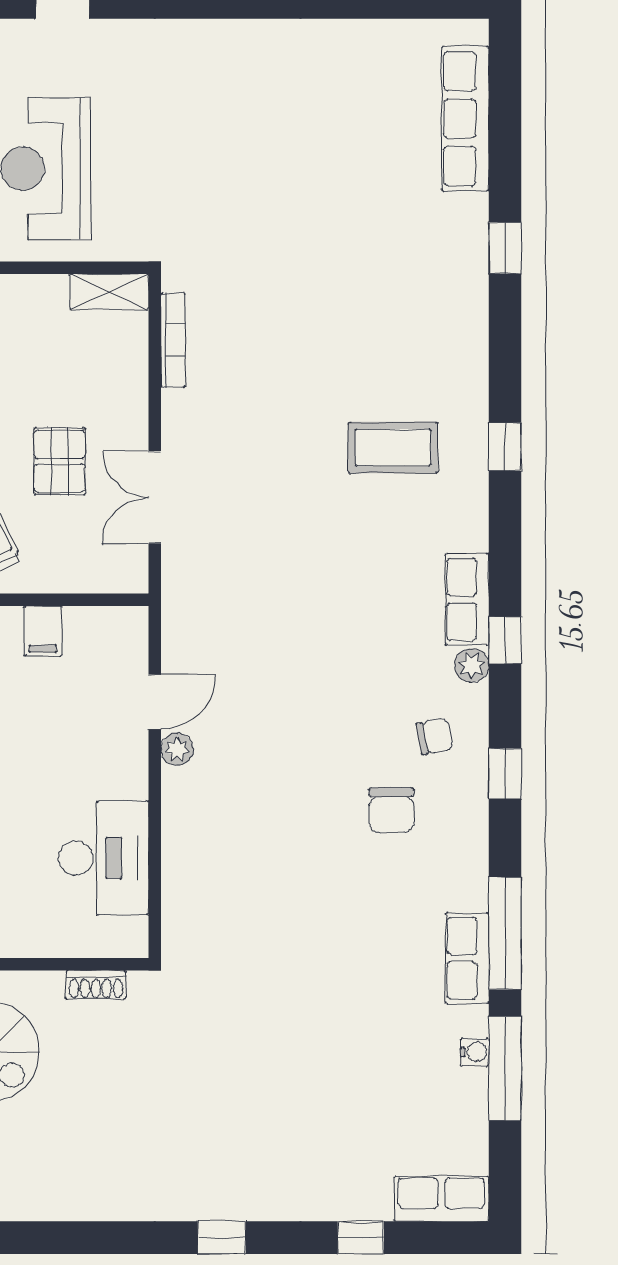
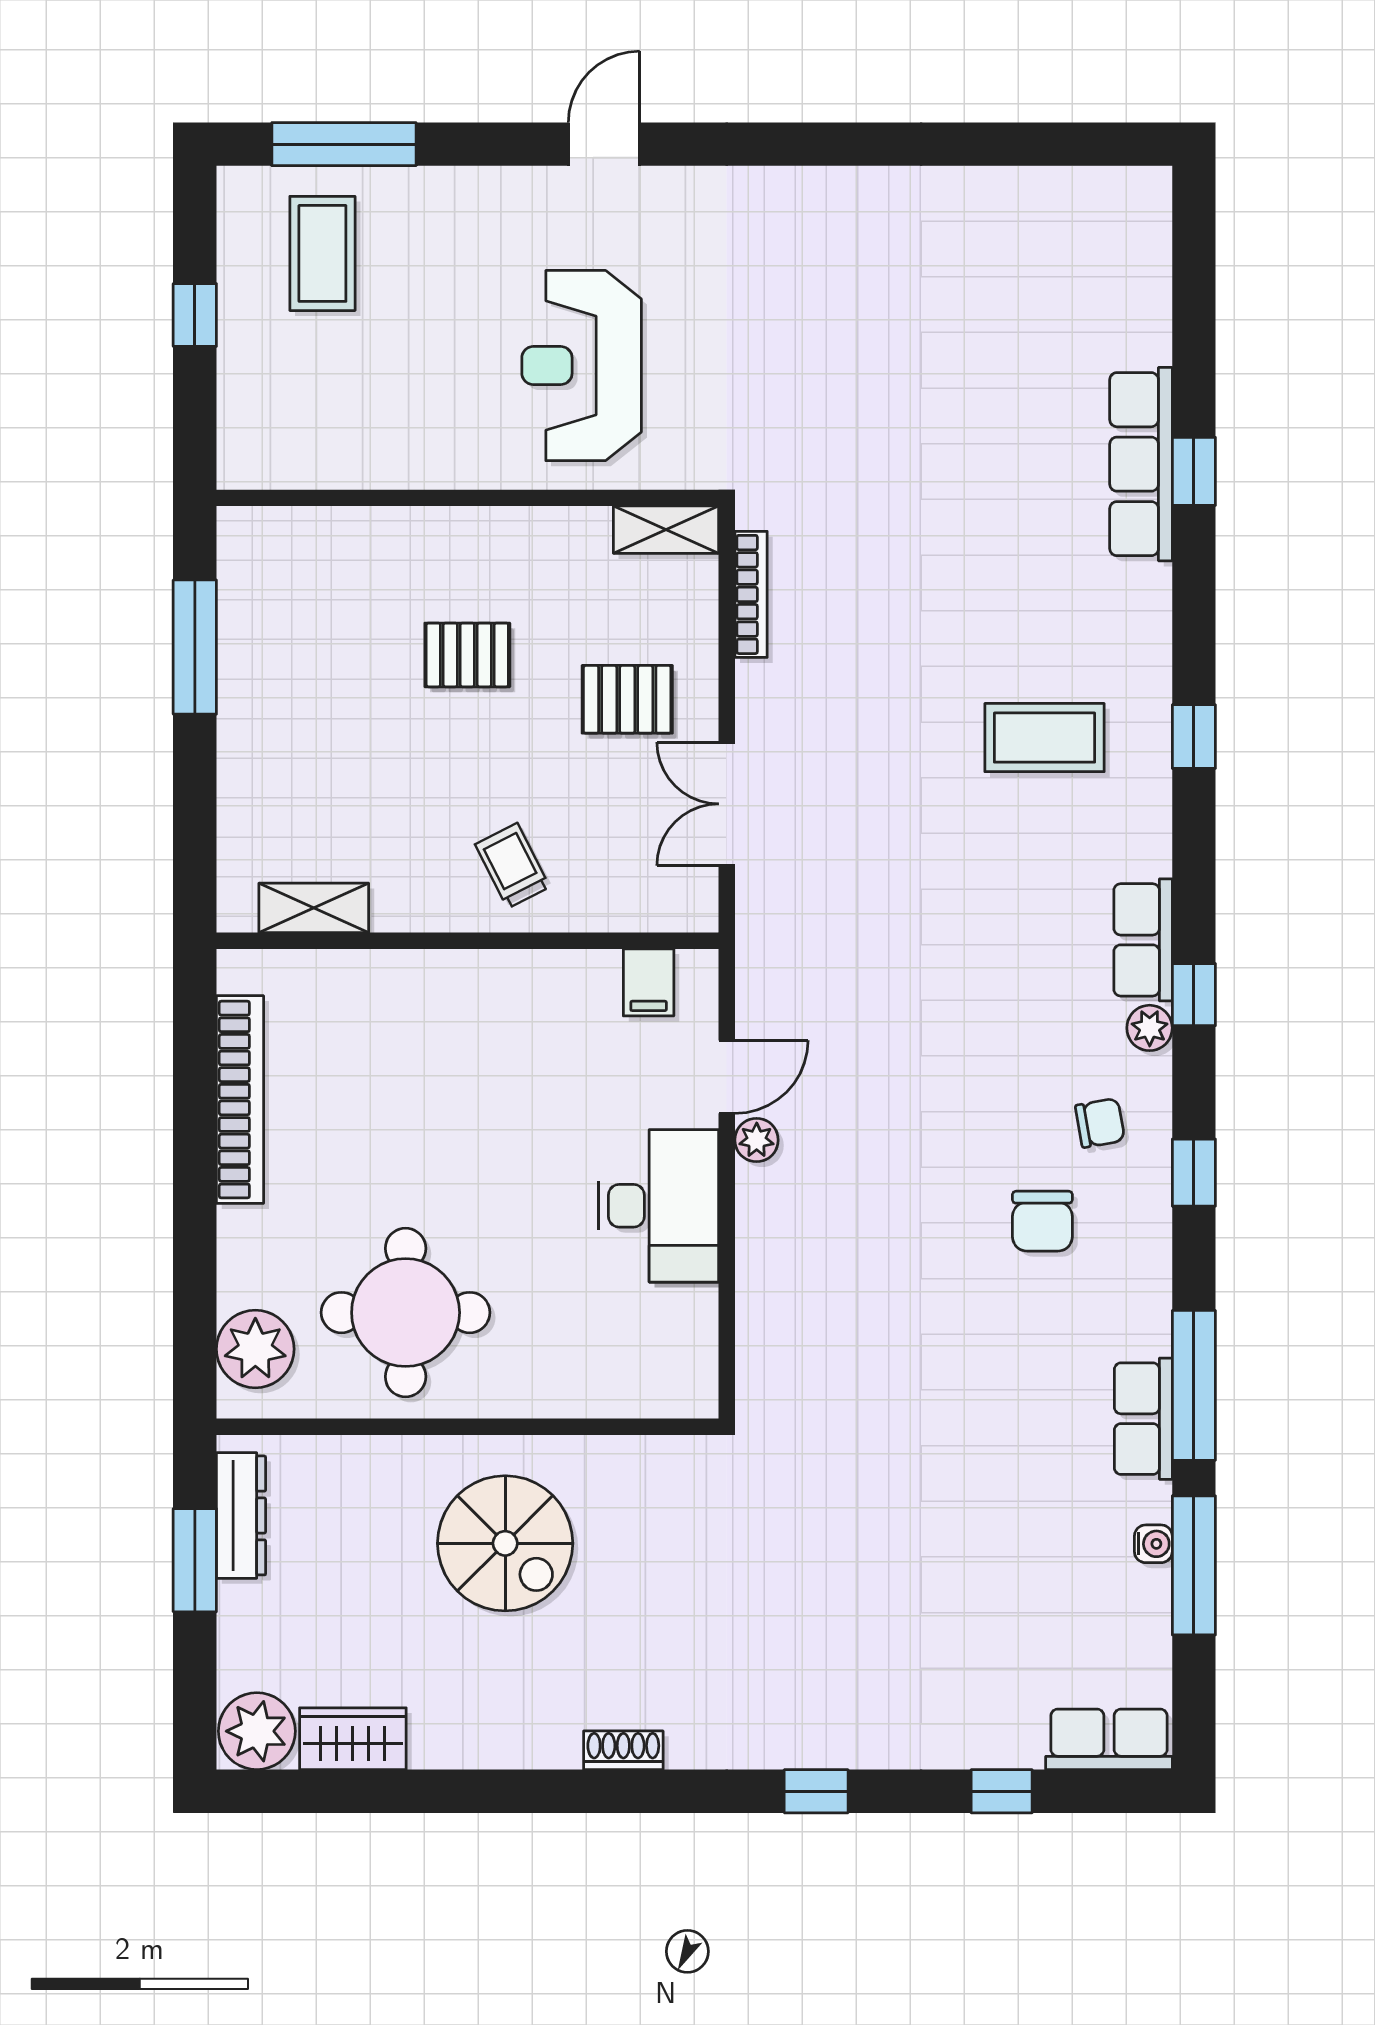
row of seats: (465, 119) -> (1141, 464), moved
pallet: (60, 461) -> (627, 699), moved, turned 90
filing cabinet: (43, 631) -> (649, 982), moved
desk: (104, 858) -> (659, 1206), moved
shoe rack: (96, 985) -> (623, 1750), moved, turned 180

